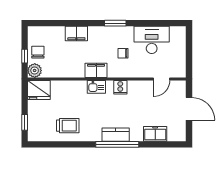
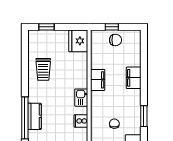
plant: (35, 70) -> (97, 37), removed
filing cabinet: (96, 70) -> (98, 80), moved

